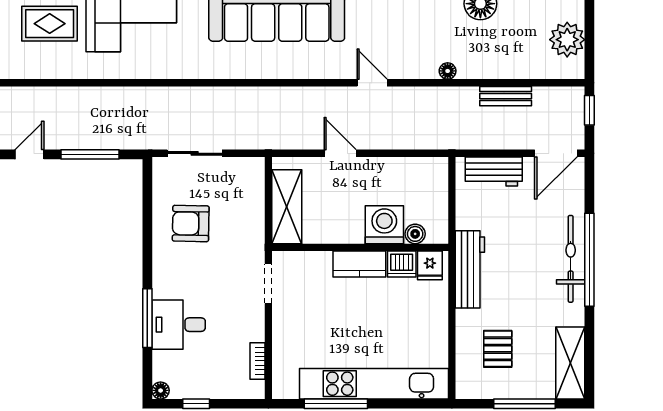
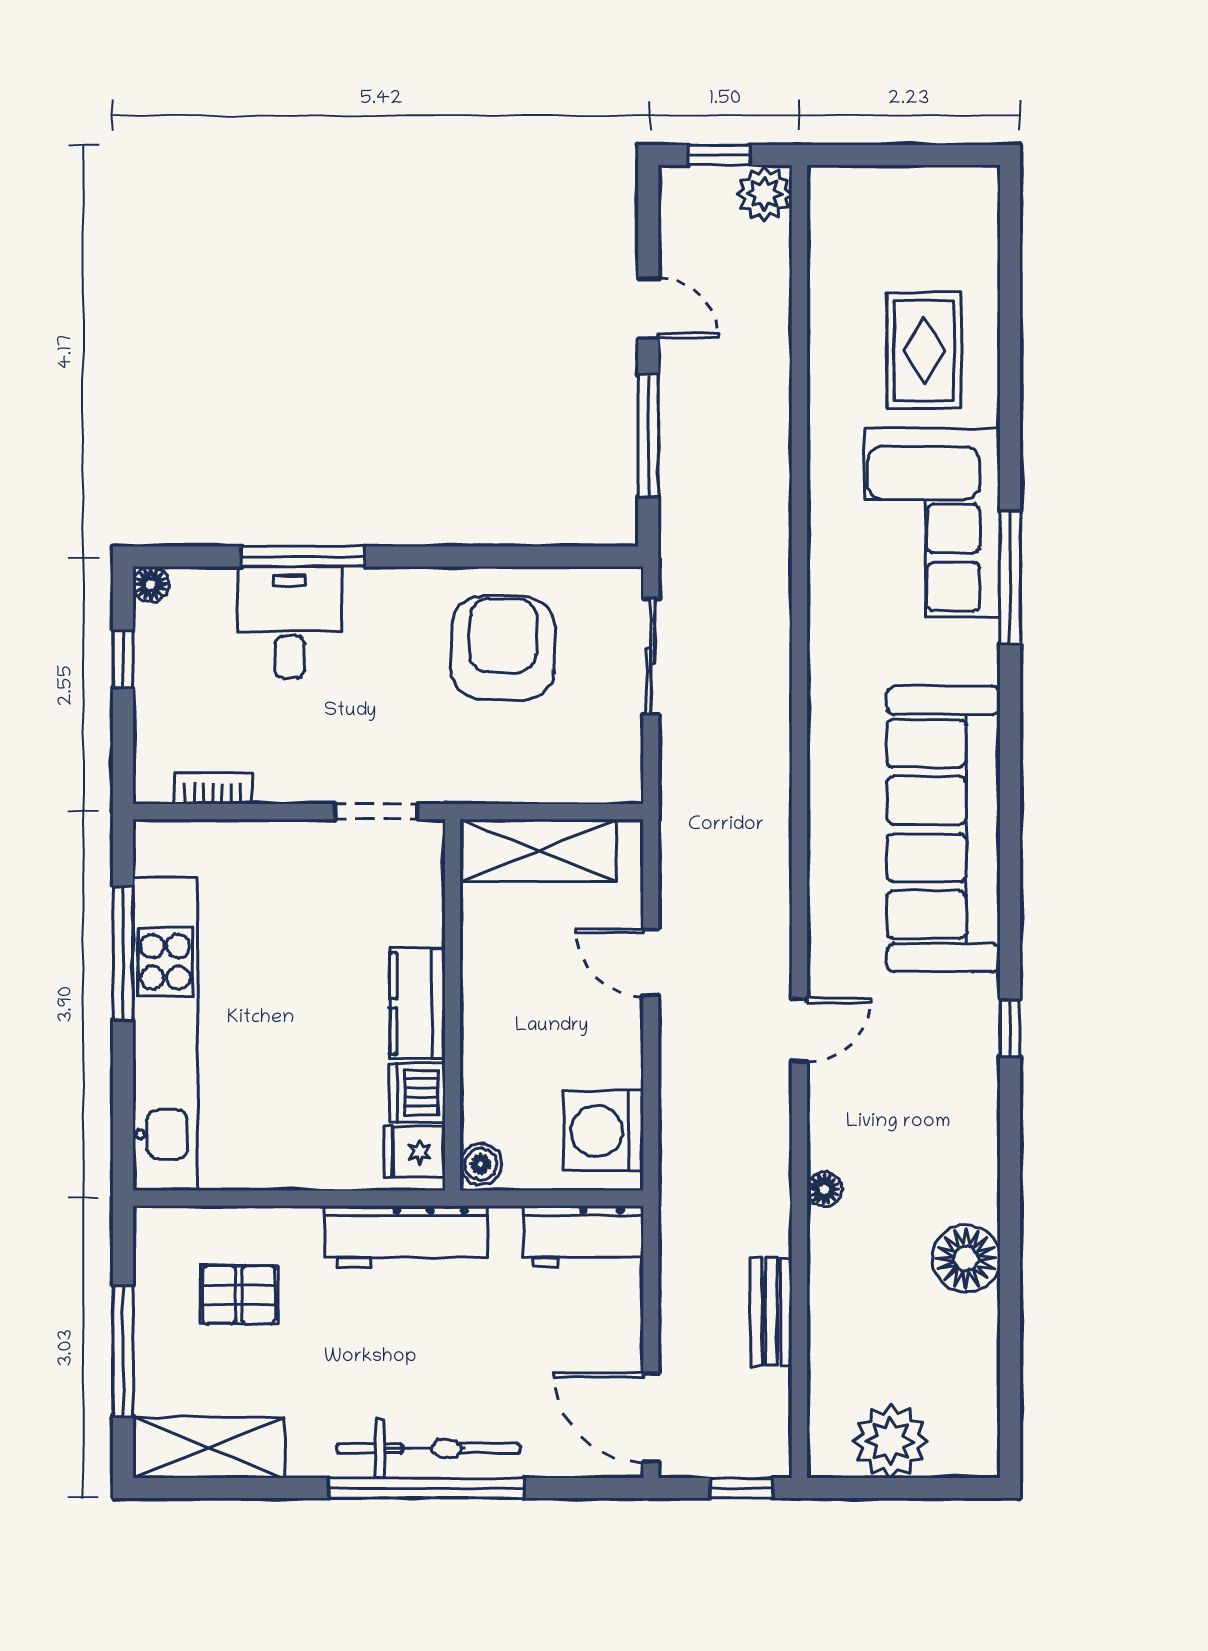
door: (340, 153) -> (651, 963), swing flipped
workbench: (494, 171) -> (584, 1236), moved, turned -90
armchair: (191, 223) -> (503, 648), width x1.36, depth x1.36
washing machine: (384, 225) -> (603, 1131), moved, turned 180
boiler: (415, 234) -> (481, 1164), moved

